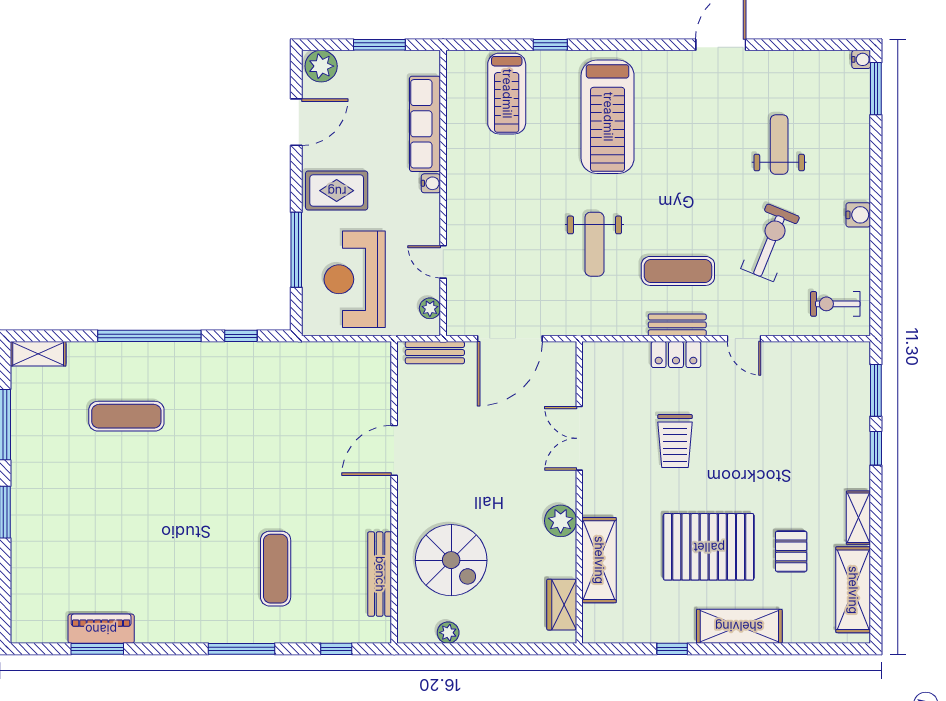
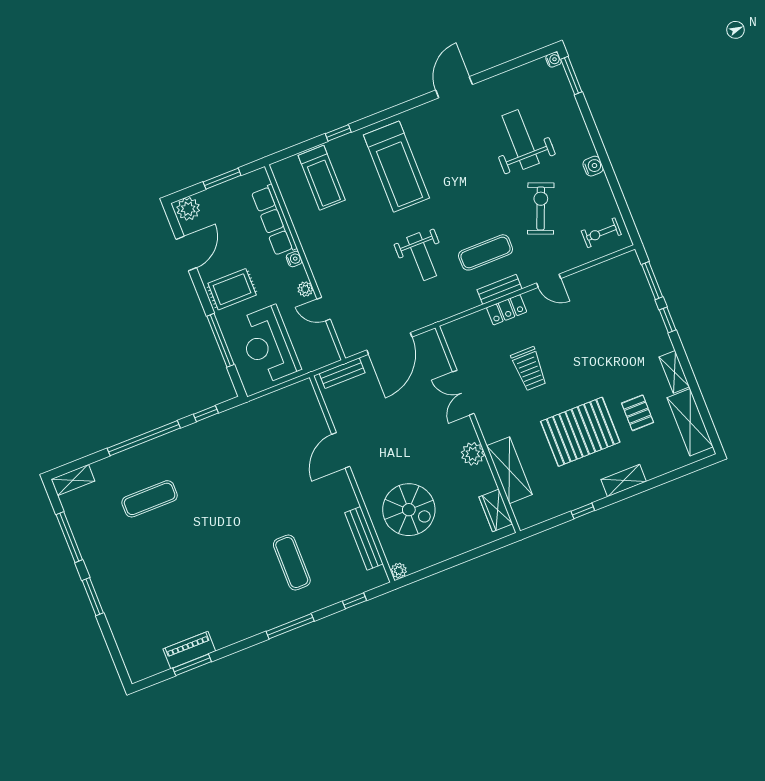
weight bench: (779, 145) -> (521, 139), width x1.36, depth x1.33
plant: (430, 308) -> (305, 289), moved
shelving: (739, 626) -> (624, 480), width x0.67, depth x0.75
plant: (448, 633) -> (399, 571), moved

